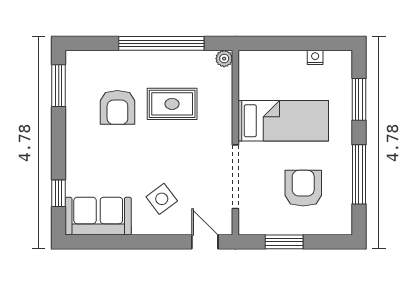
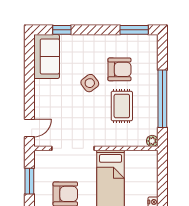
armchair: (117, 107) -> (119, 69), turned 180
side table: (162, 199) -> (90, 83), moved

